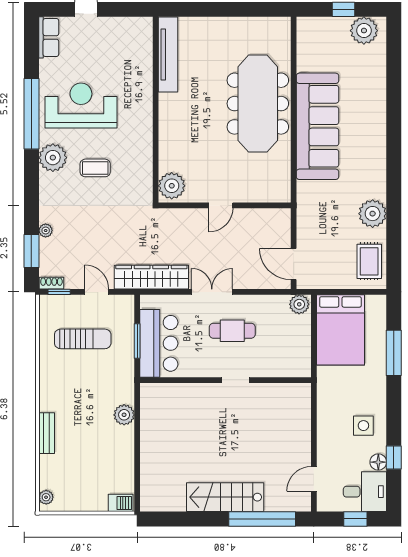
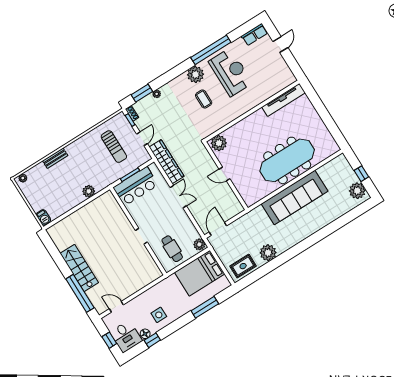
cafe table: (232, 331) -> (172, 249), moved

